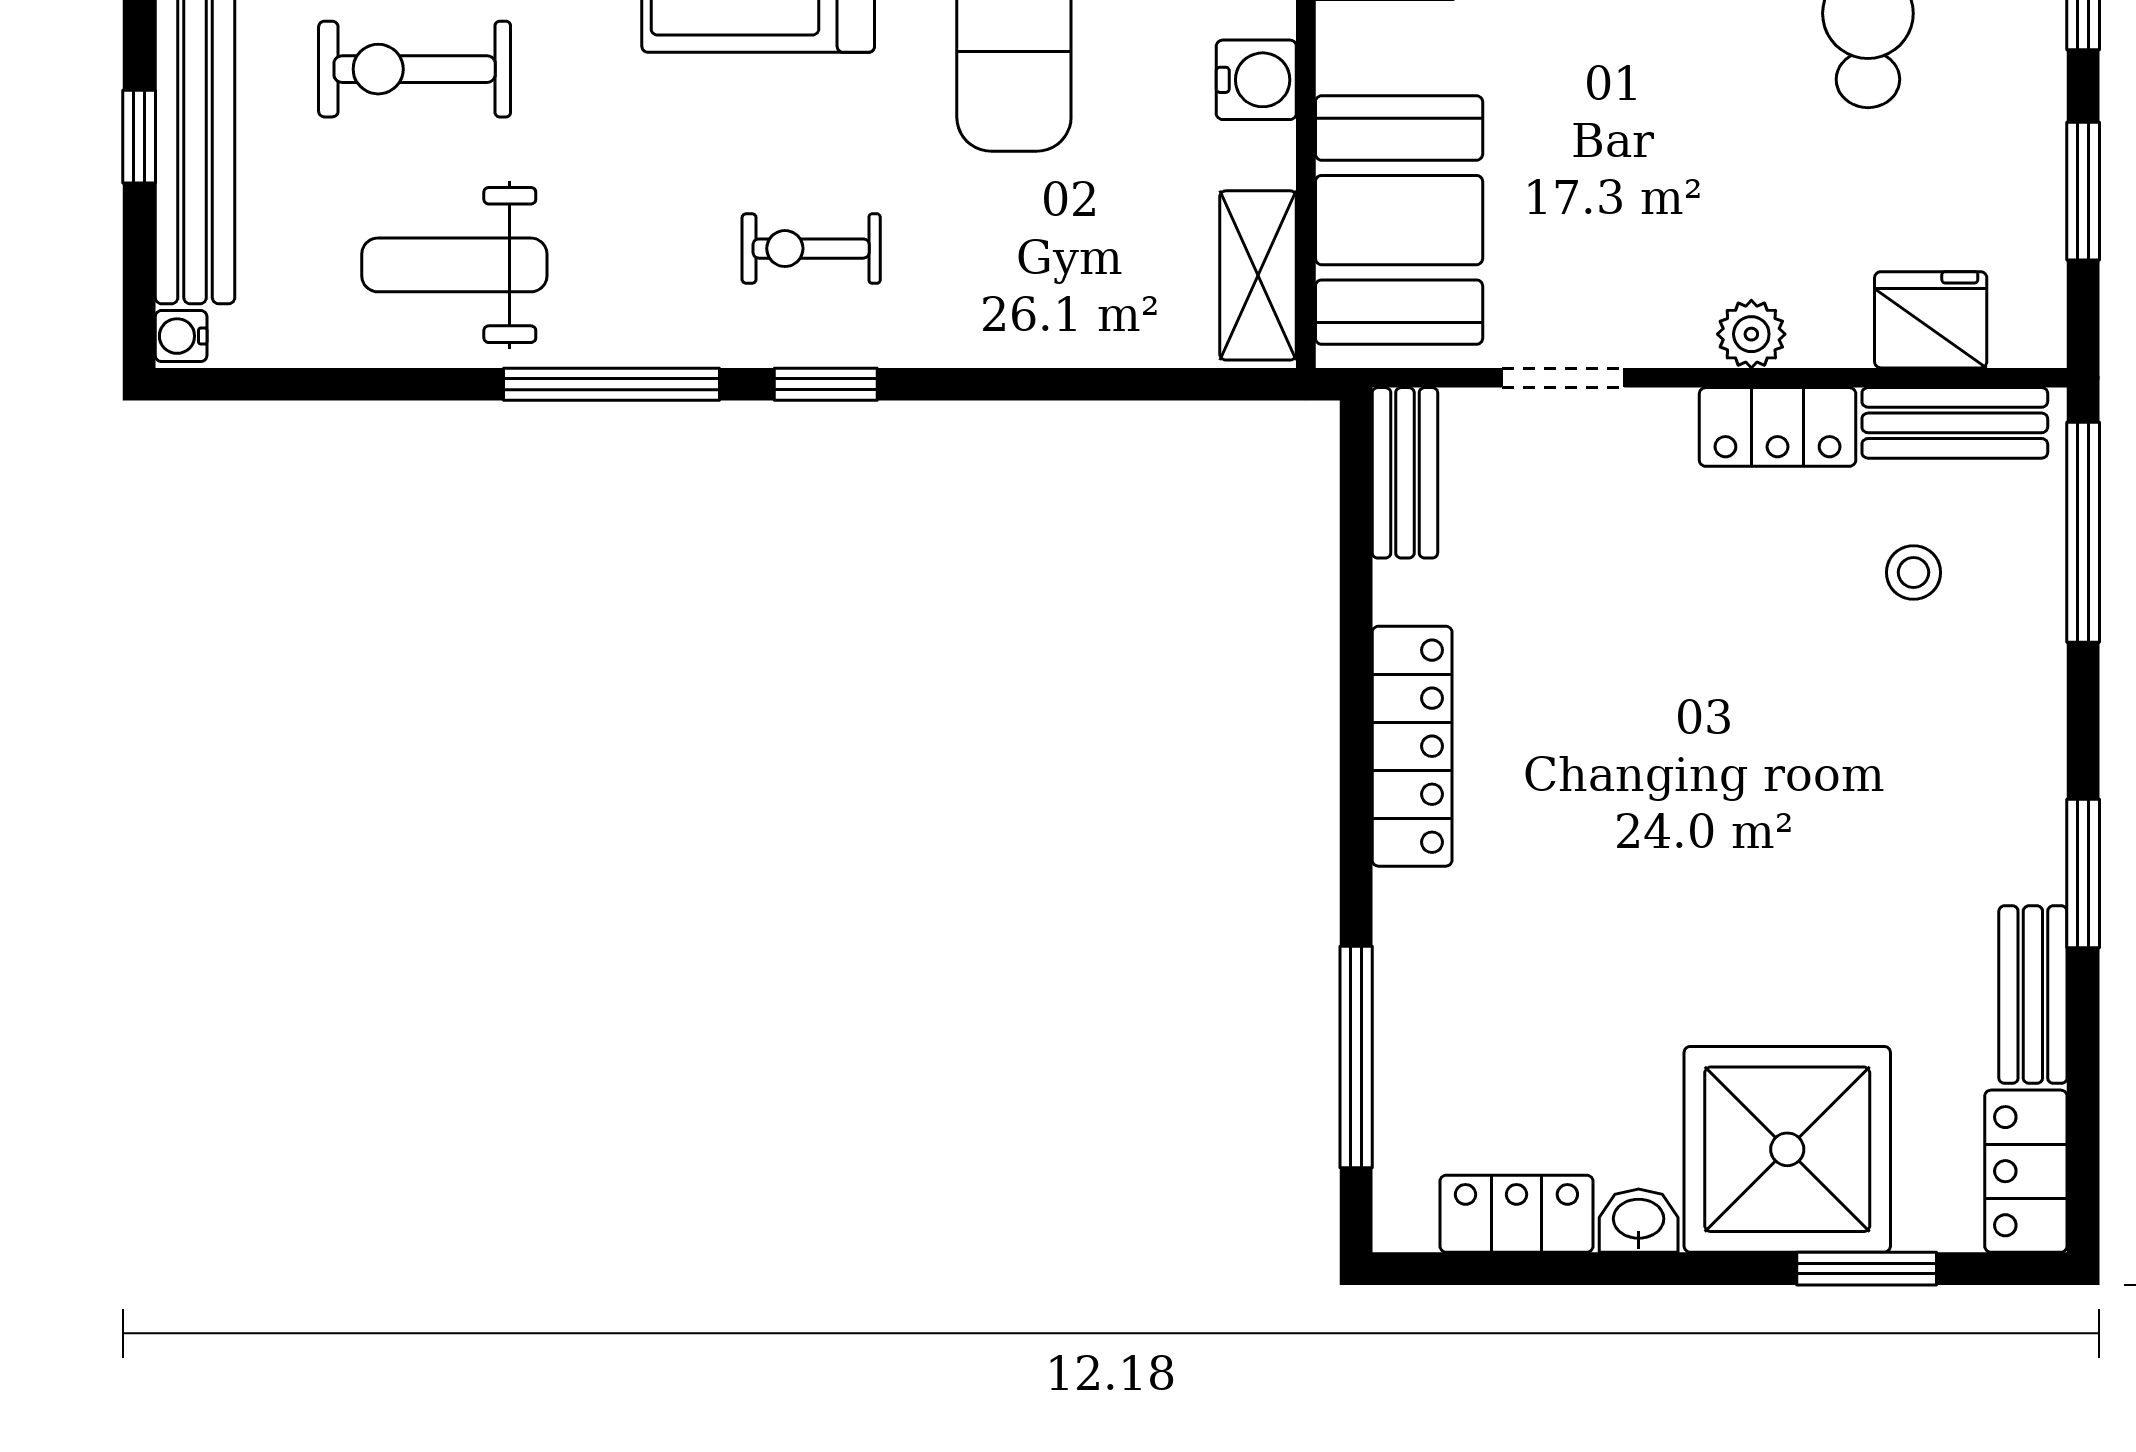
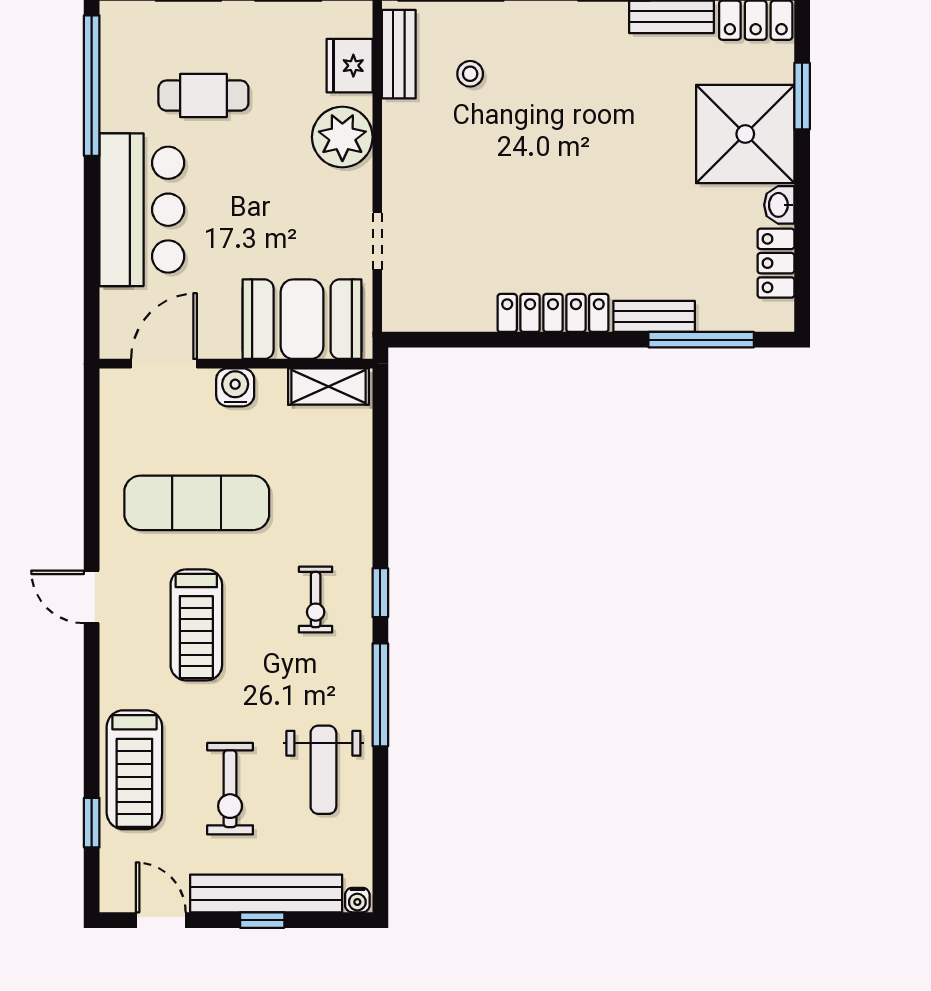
plant: (1751, 334) -> (342, 137), width x1.87, depth x1.87
locker: (1778, 427) -> (401, 139), removed
bench: (1405, 473) -> (654, 316), moved

